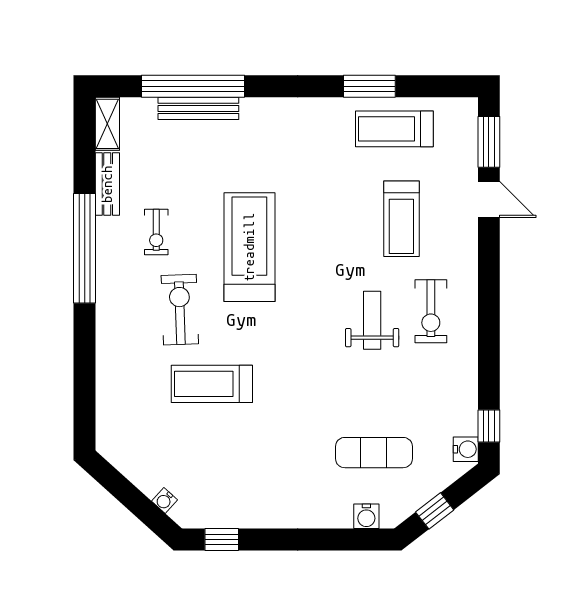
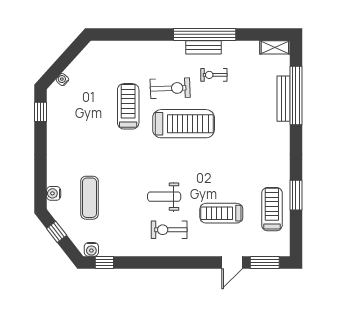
bench: (107, 184) -> (204, 47), moved
treadmill: (249, 247) -> (184, 124), moved
weight bench: (372, 320) -> (164, 197), turned 180

